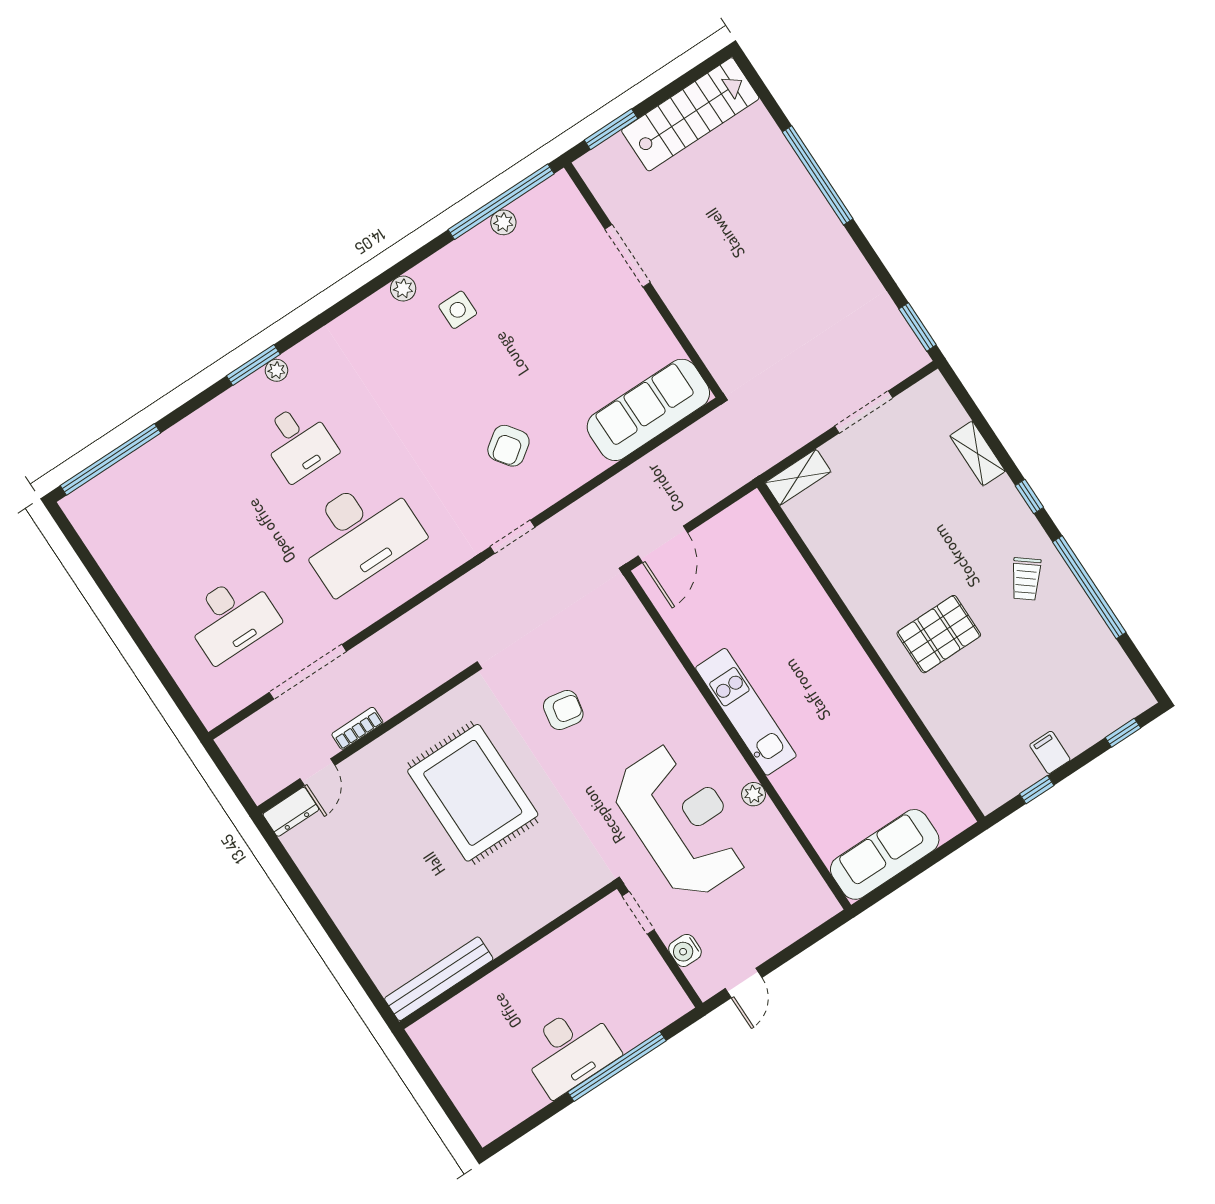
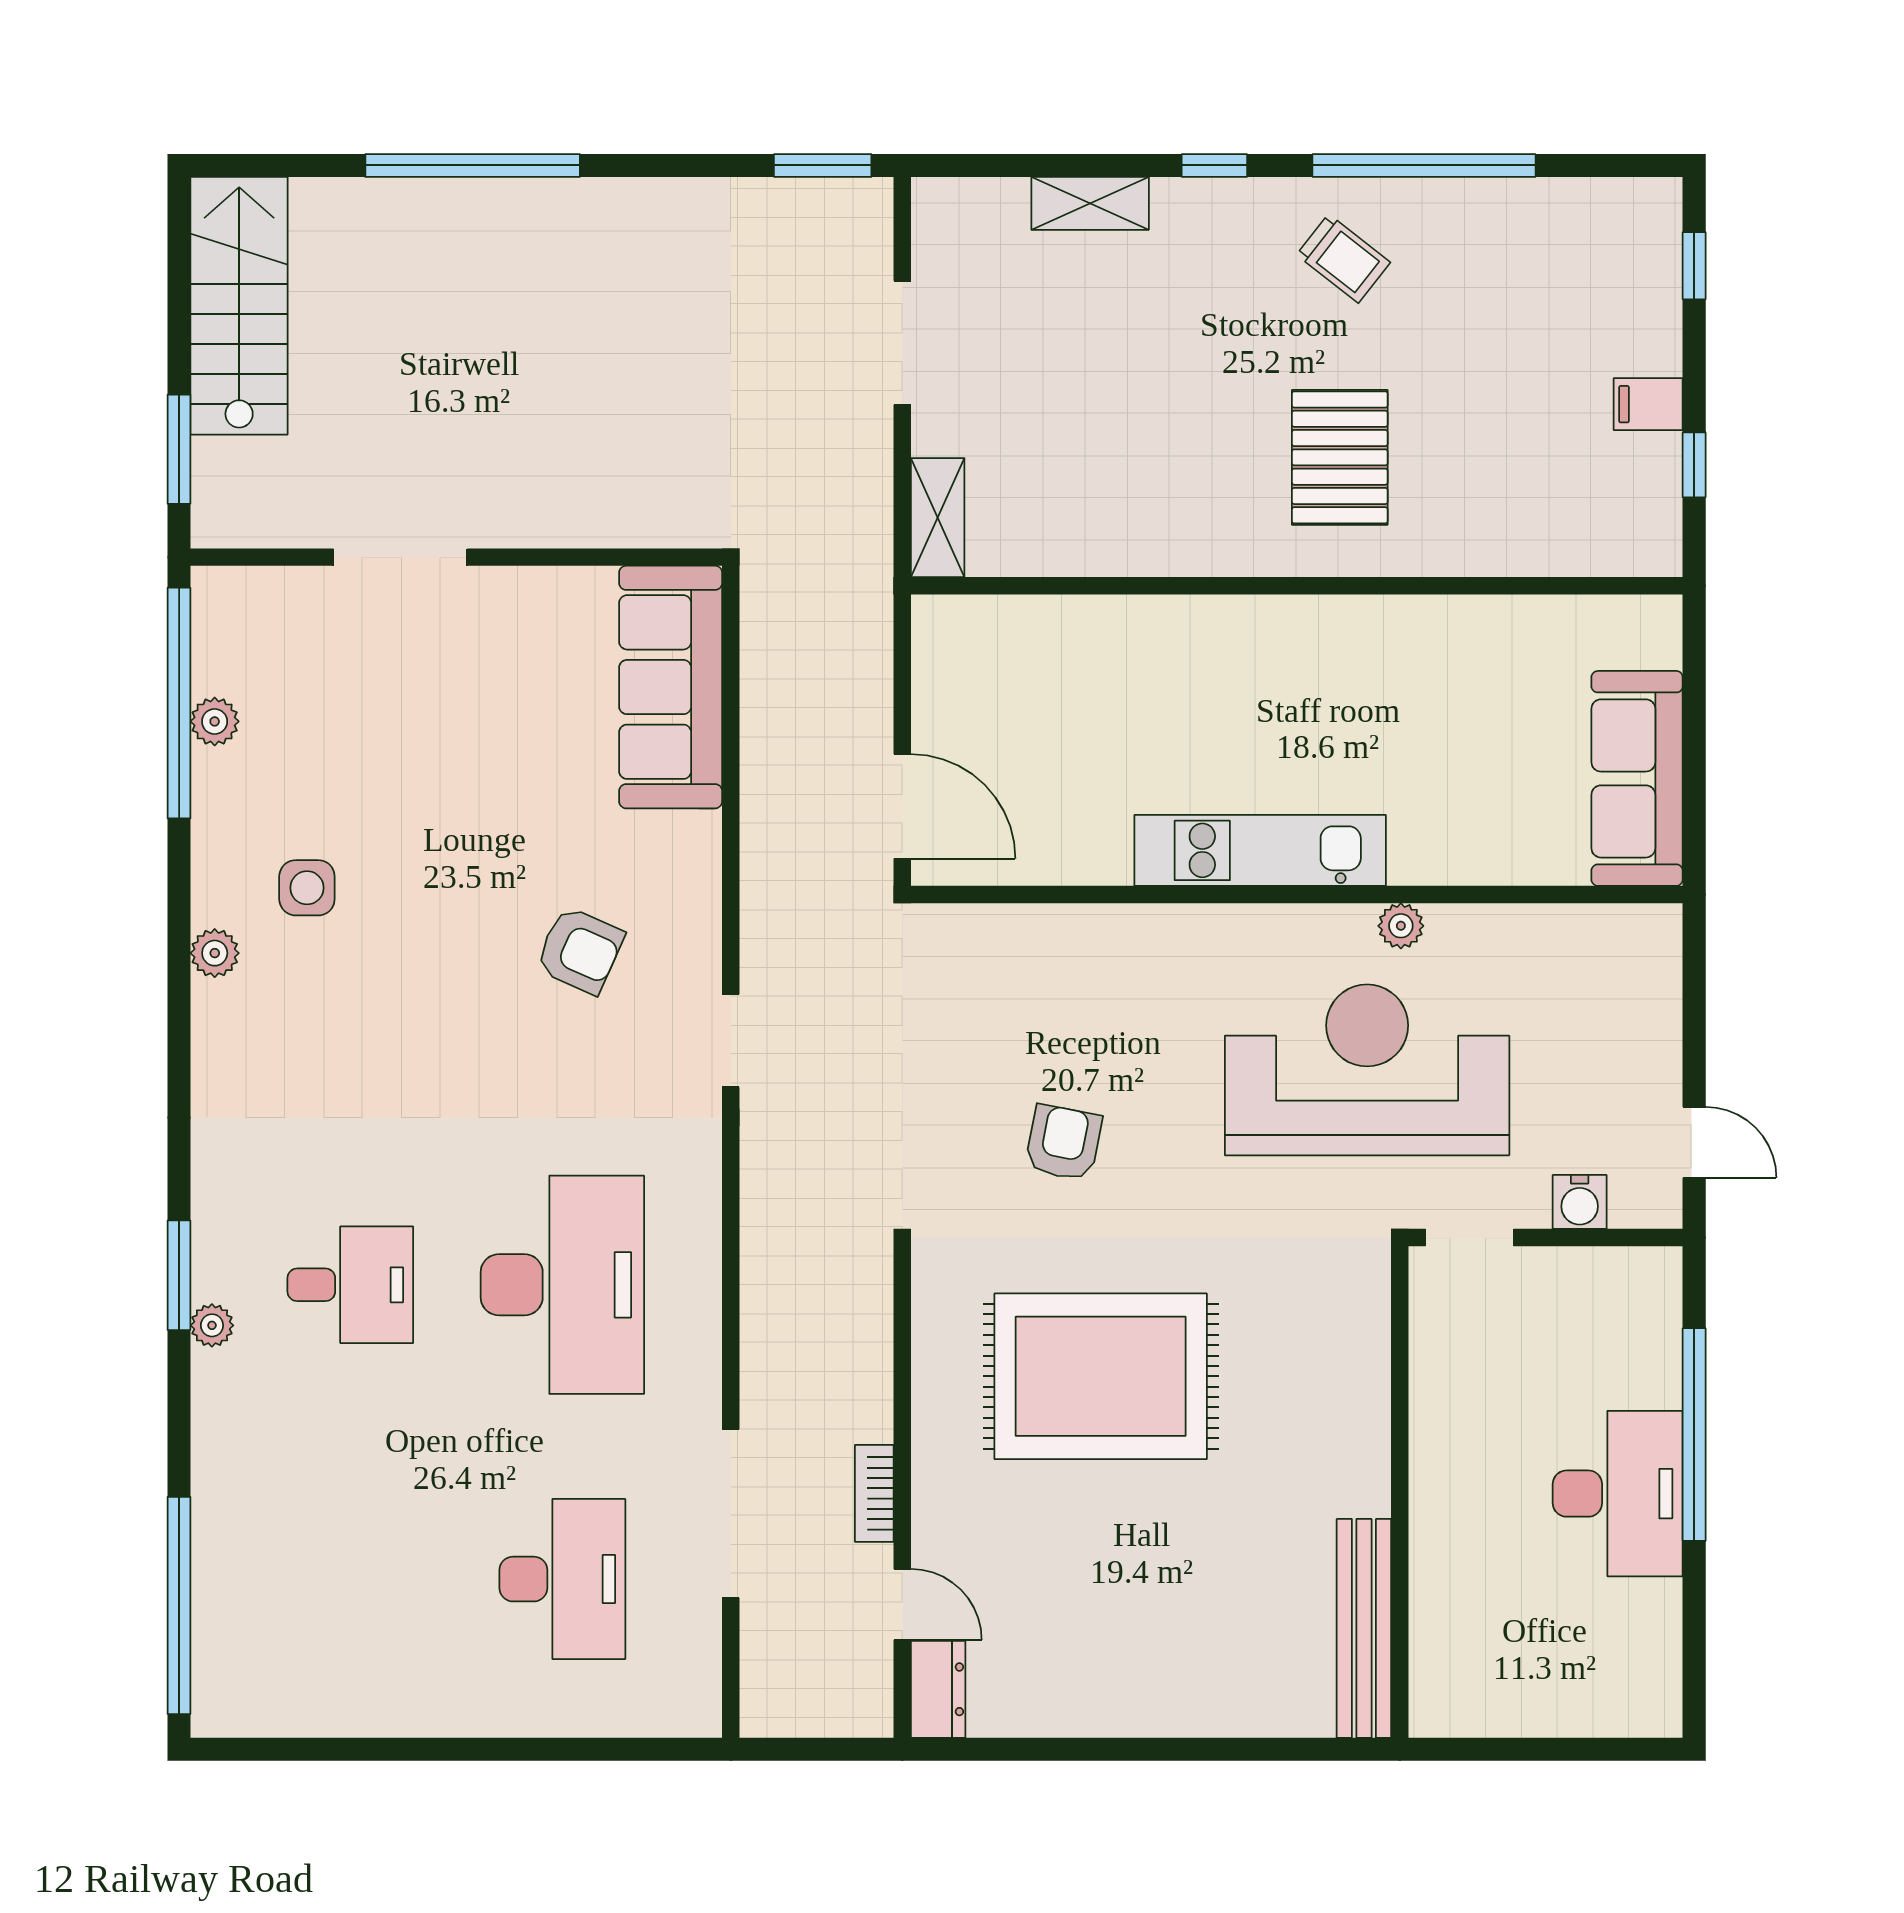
plant: (276, 370) -> (212, 1325), moved
armchair: (508, 446) -> (580, 950), turned -30

